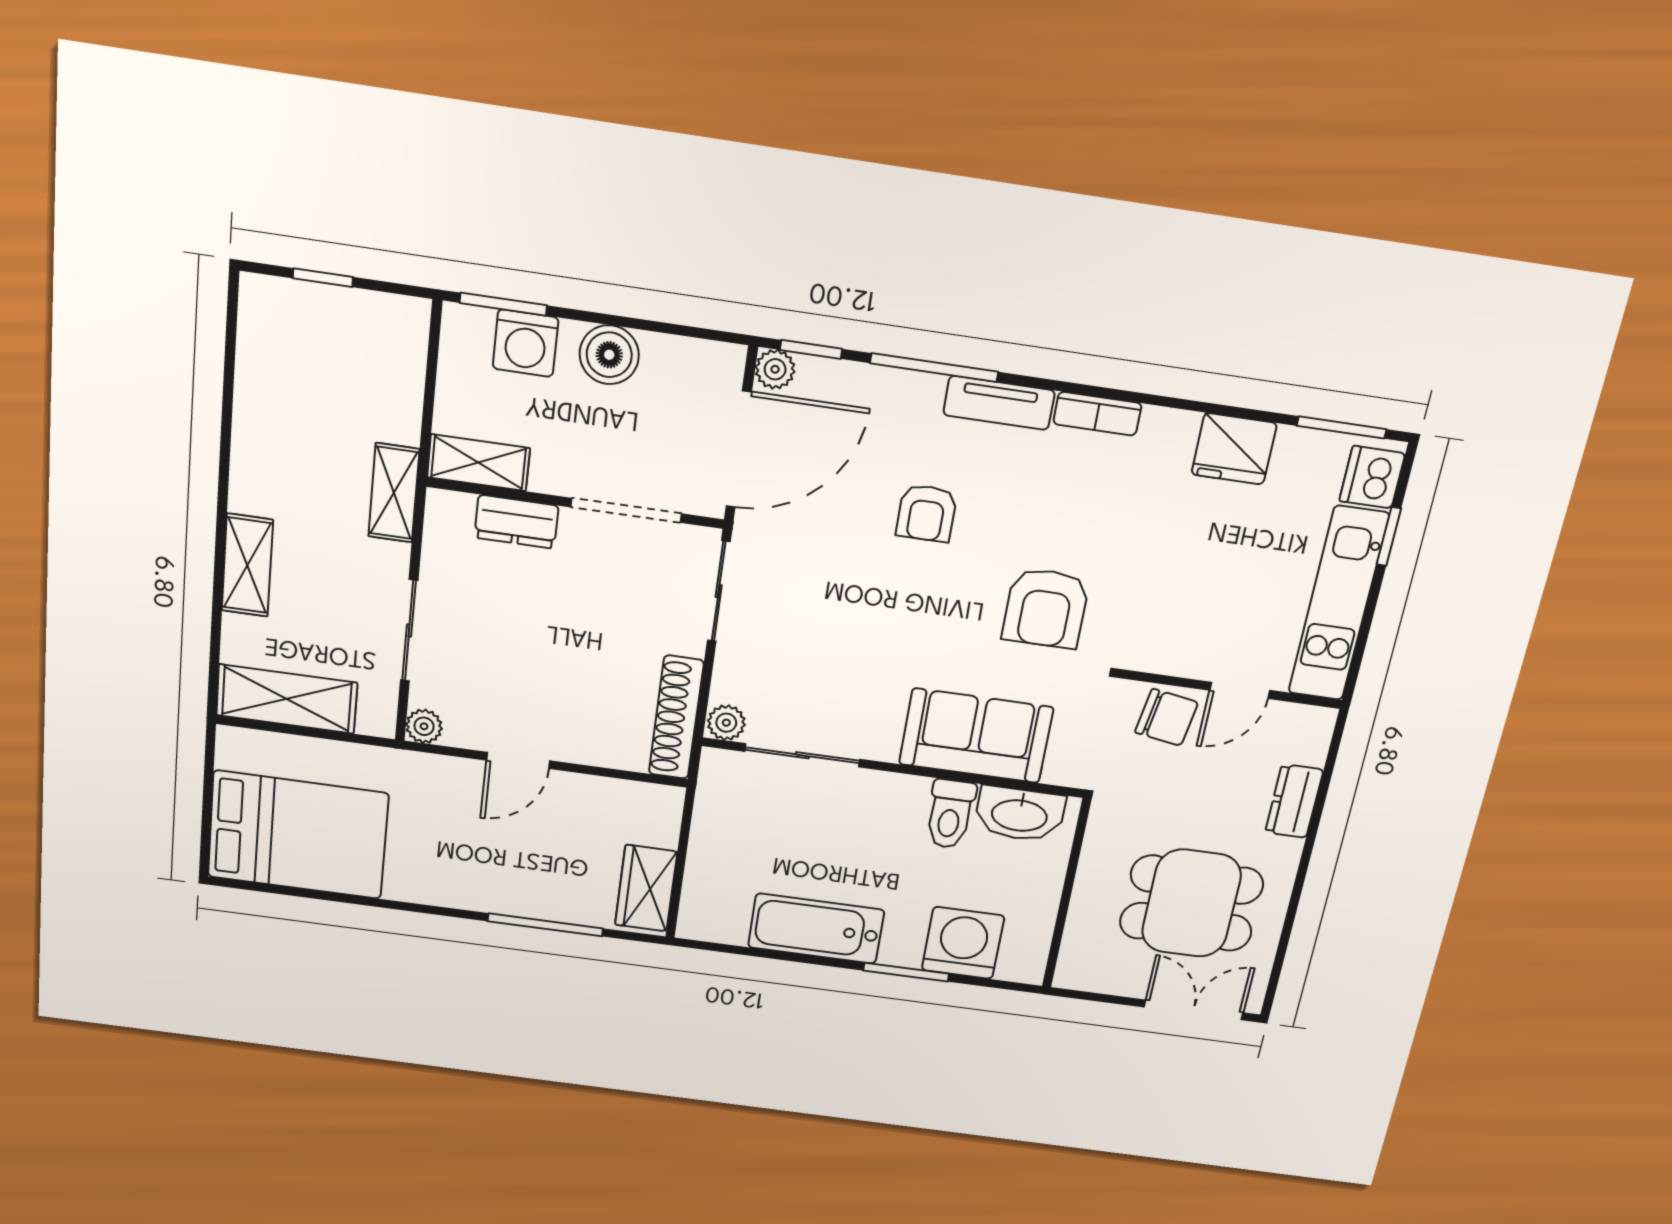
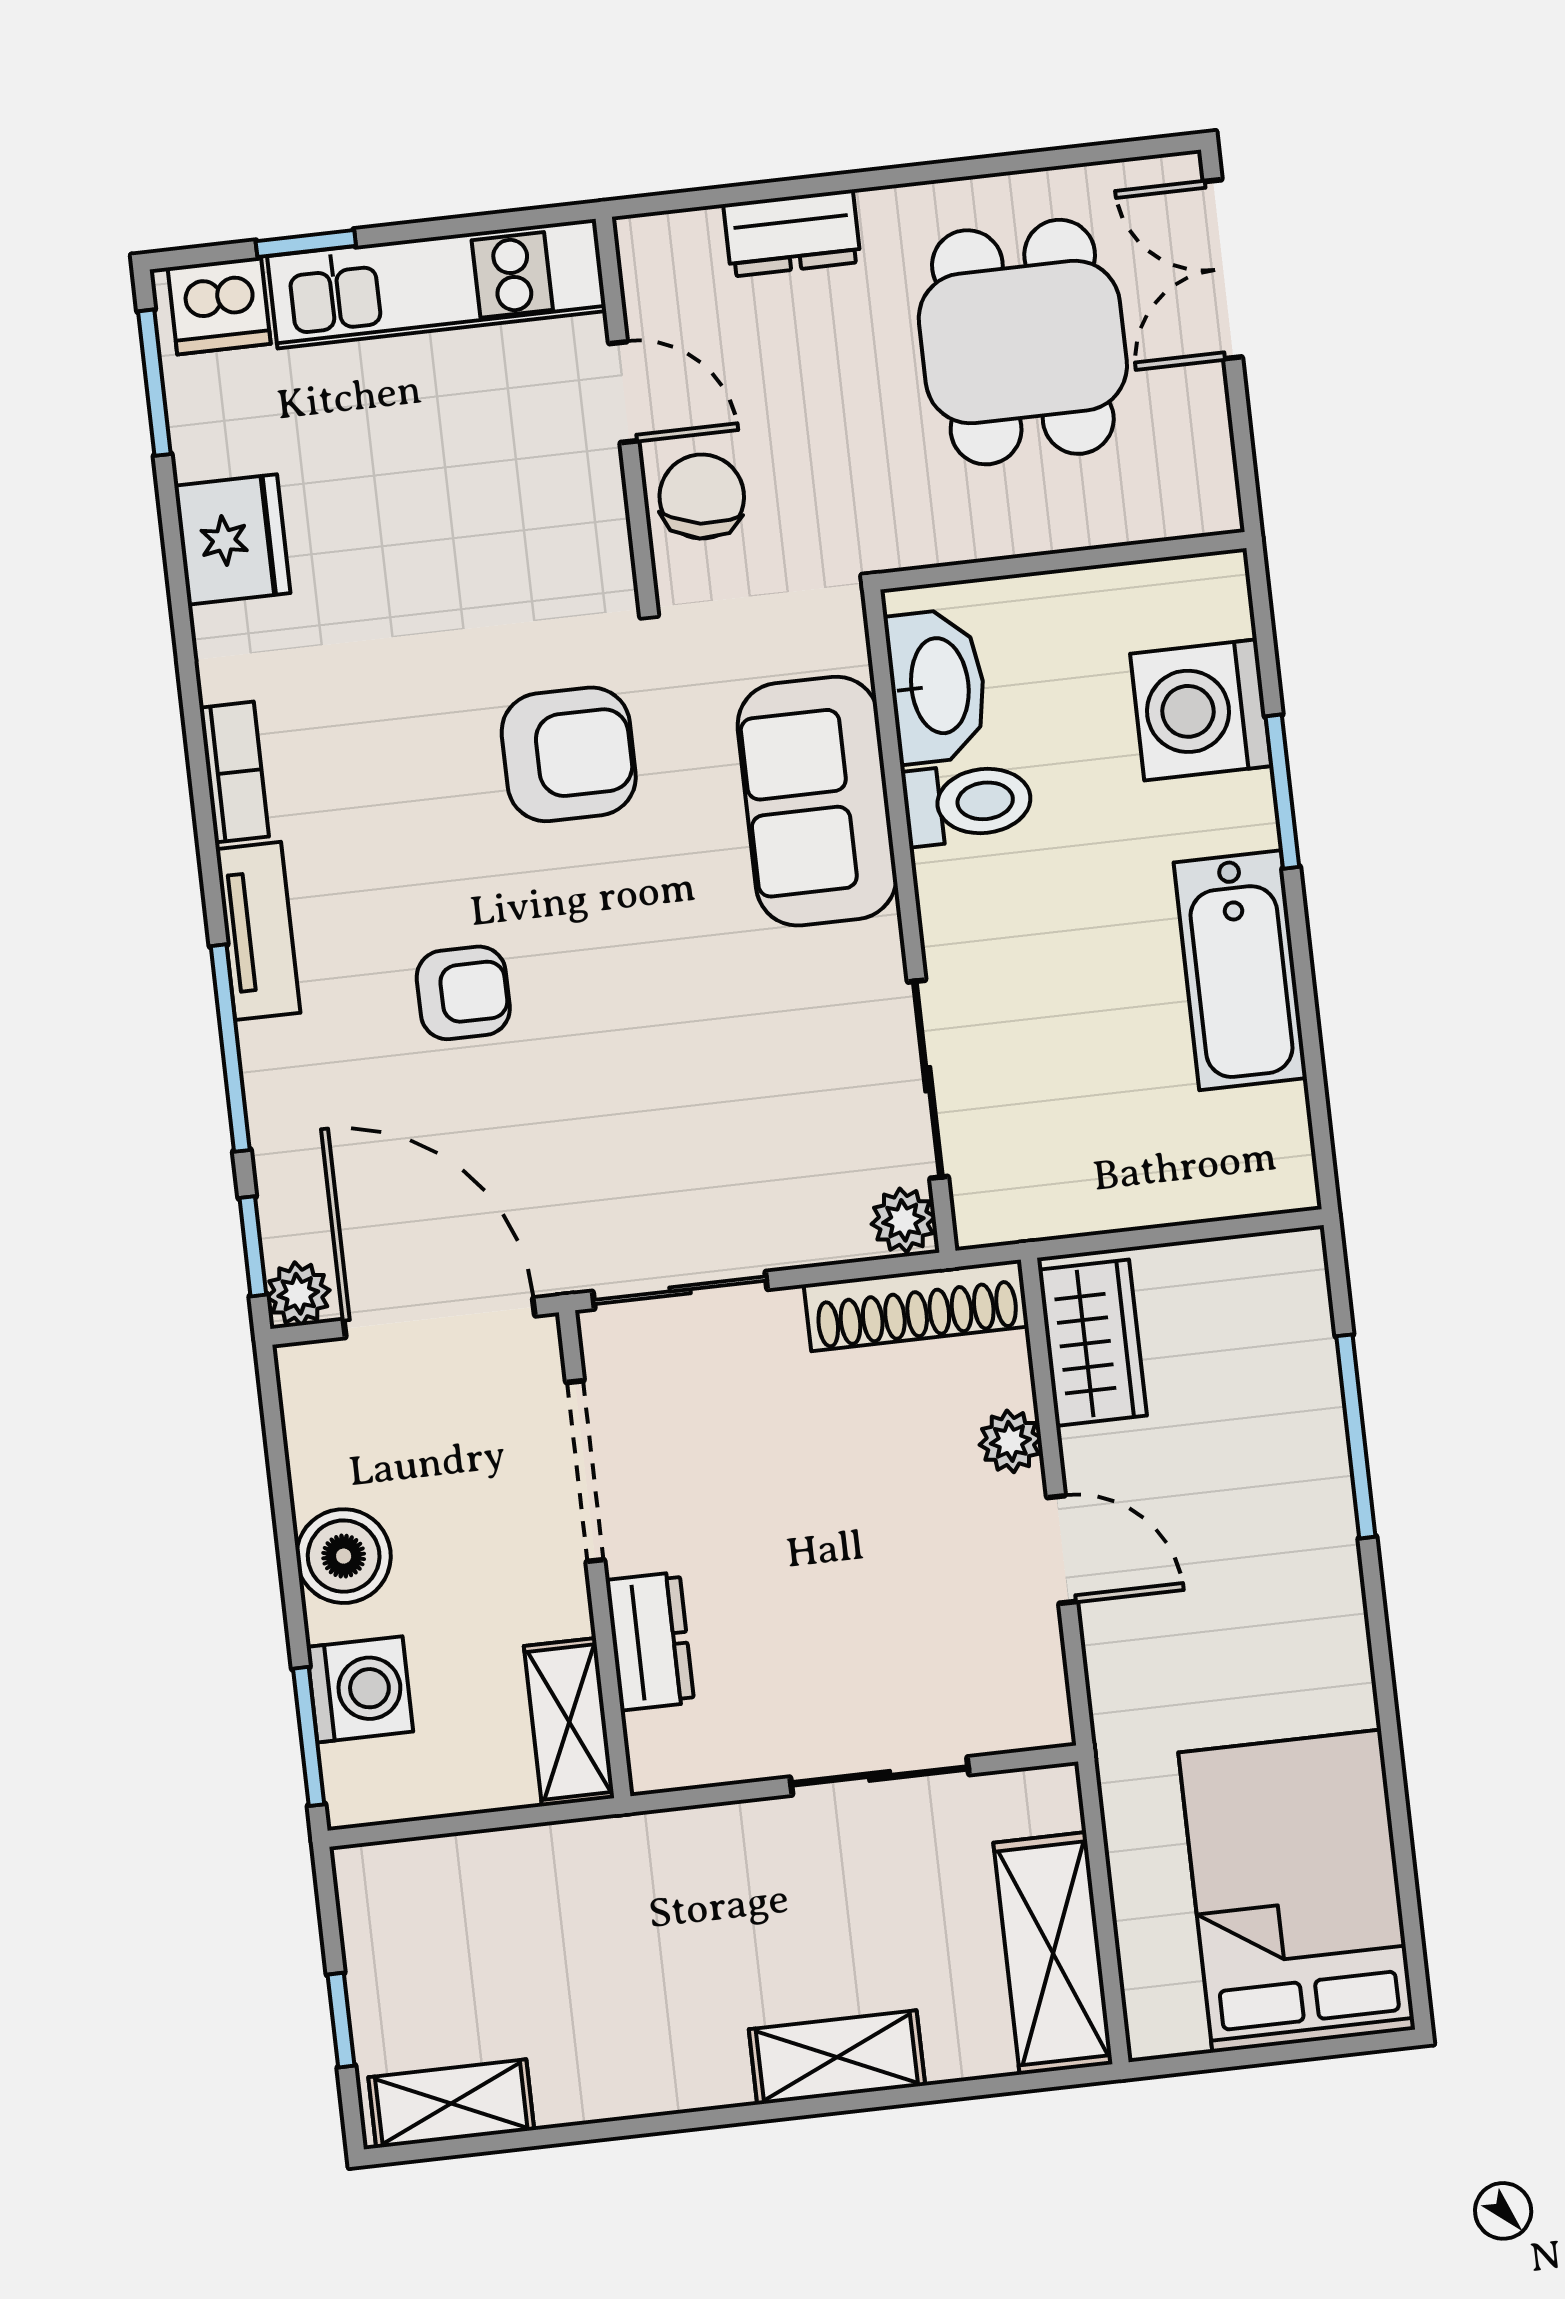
shelving: (394, 493) -> (451, 2104), moved
plant: (424, 726) -> (1010, 1441), moved
wardrobe: (646, 888) -> (1093, 1343), moved, turned -90

